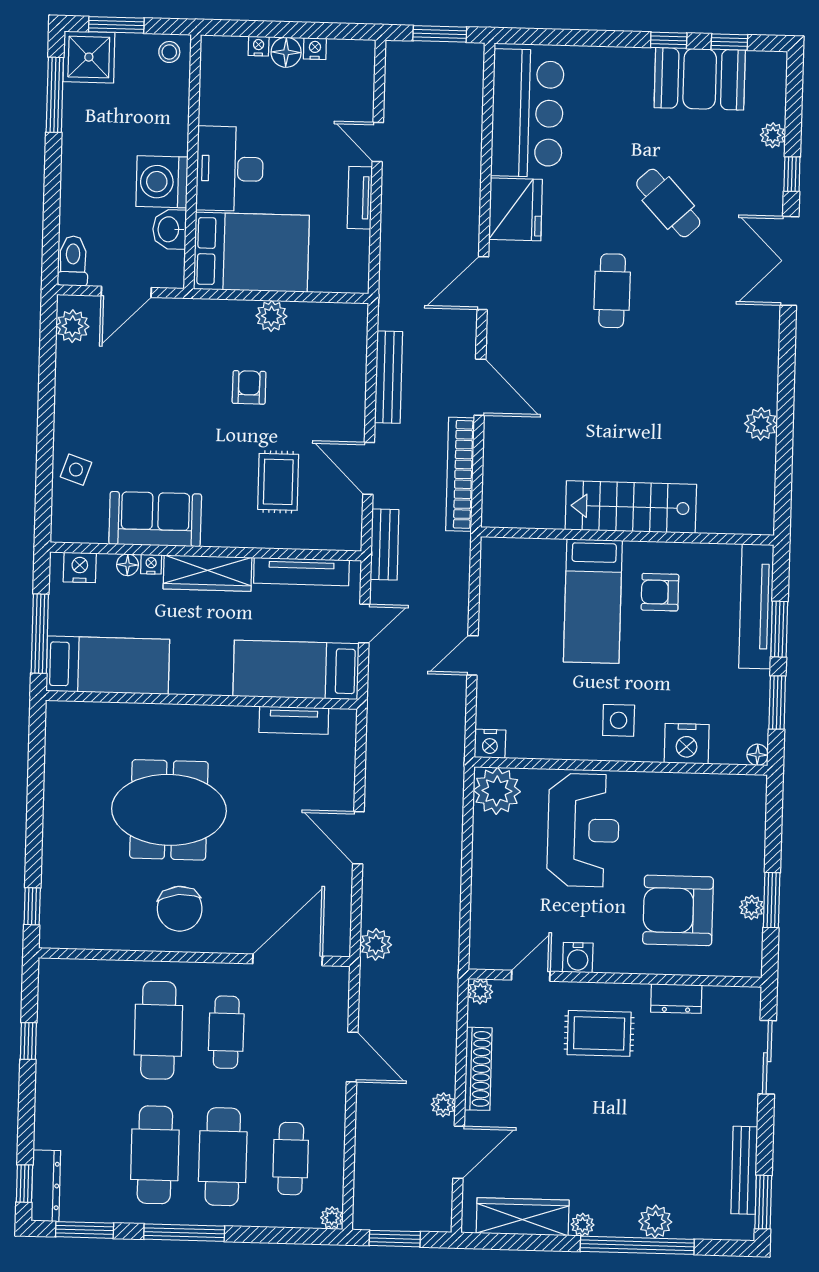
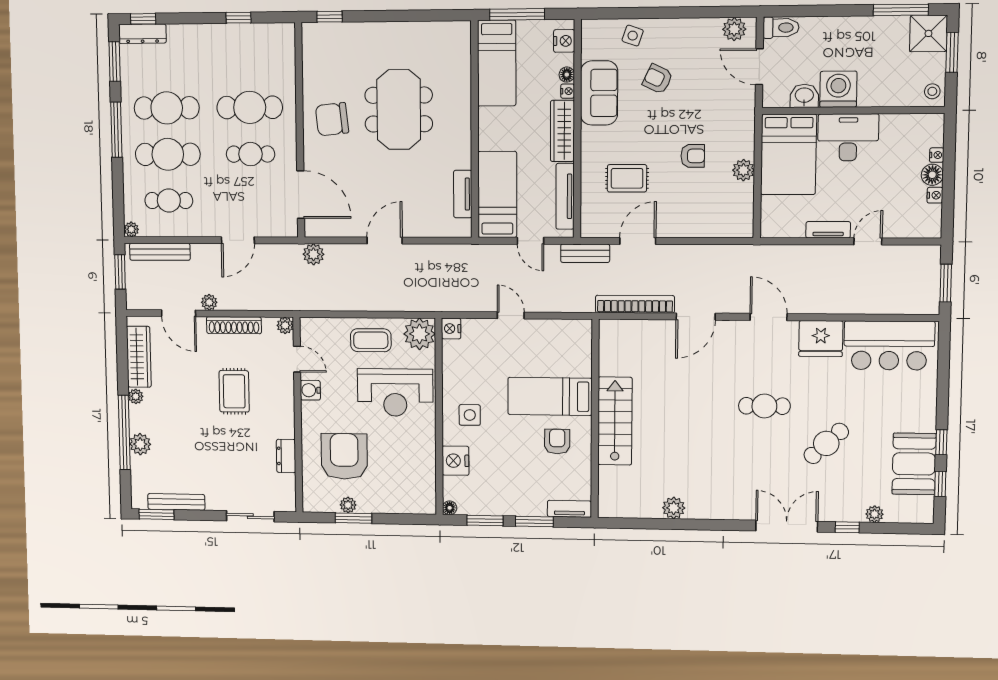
bench: (389, 377) -> (160, 252), moved
armchair: (138, 435) -> (658, 79), added
tv unit: (756, 606) -> (569, 509), width x0.52, depth x0.78
coffee table: (505, 864) -> (371, 340), added
rug: (599, 1033) -> (234, 391), moved

